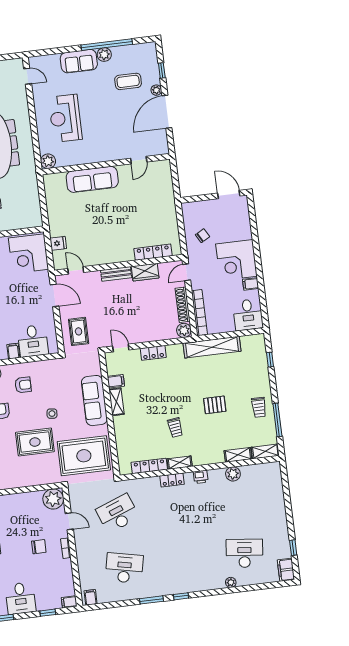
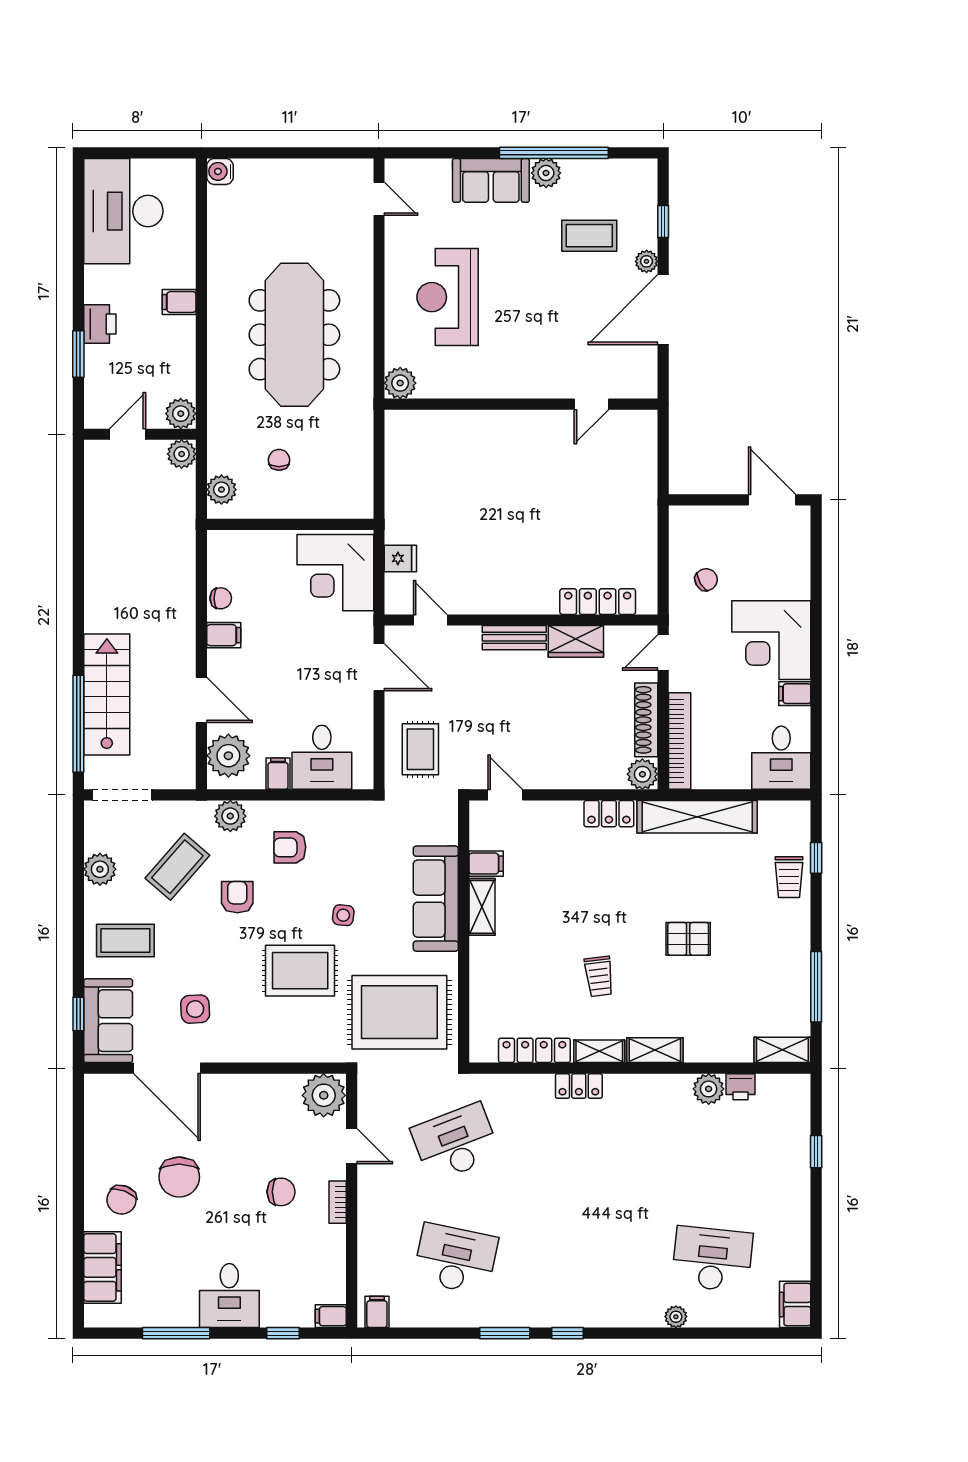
sofa: (92, 179) -> (488, 433), removed
locker: (153, 353) -> (609, 814), moved
armchair: (23, 385) -> (290, 847), turned 180
trolley: (259, 407) -> (789, 877), moved
shelving: (238, 455) -> (655, 1050), moved
printer: (201, 477) -> (740, 1087), moved
window: (293, 548) -> (816, 1152), moved

